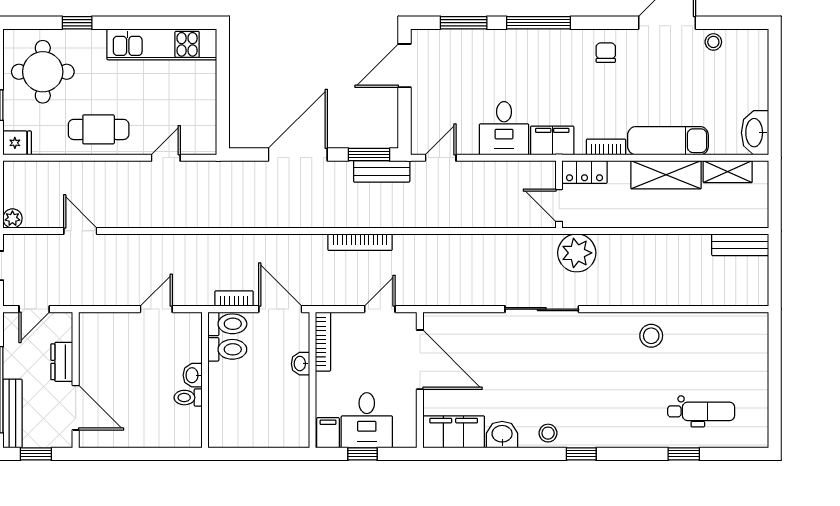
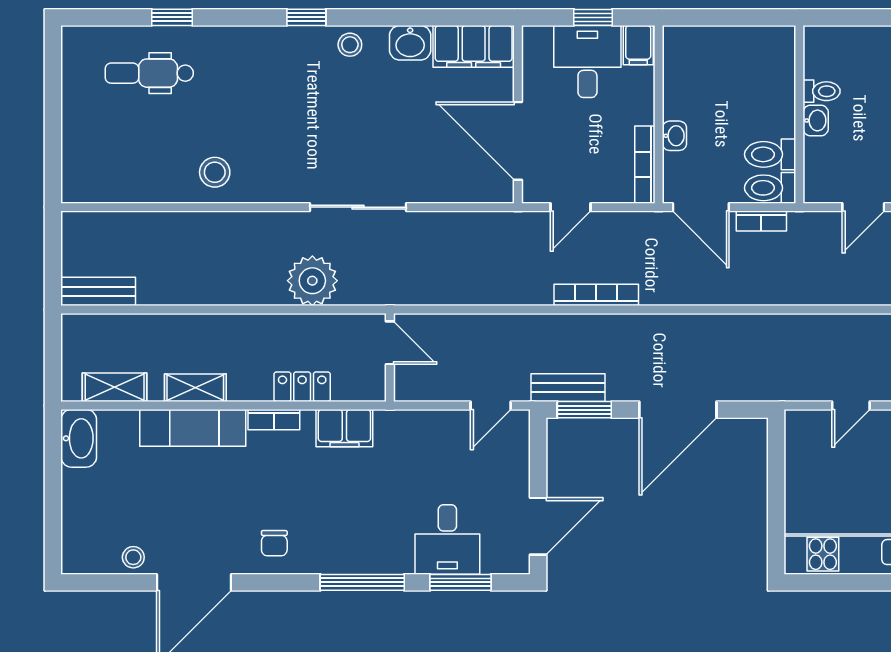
desk: (504, 128) -> (447, 540), moved, turned 180
shelving: (666, 175) -> (195, 388), width x0.67, depth x0.75
wall: (559, 194) -> (390, 357), moved
door: (559, 205) -> (390, 343), moved

